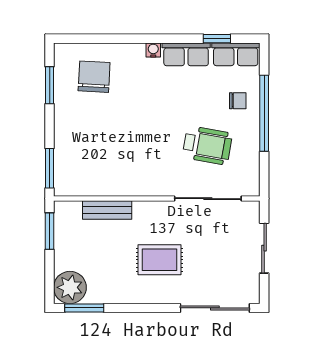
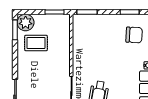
bench: (107, 210) -> (65, 42), removed
rug: (159, 260) -> (36, 43), moved, turned 90

